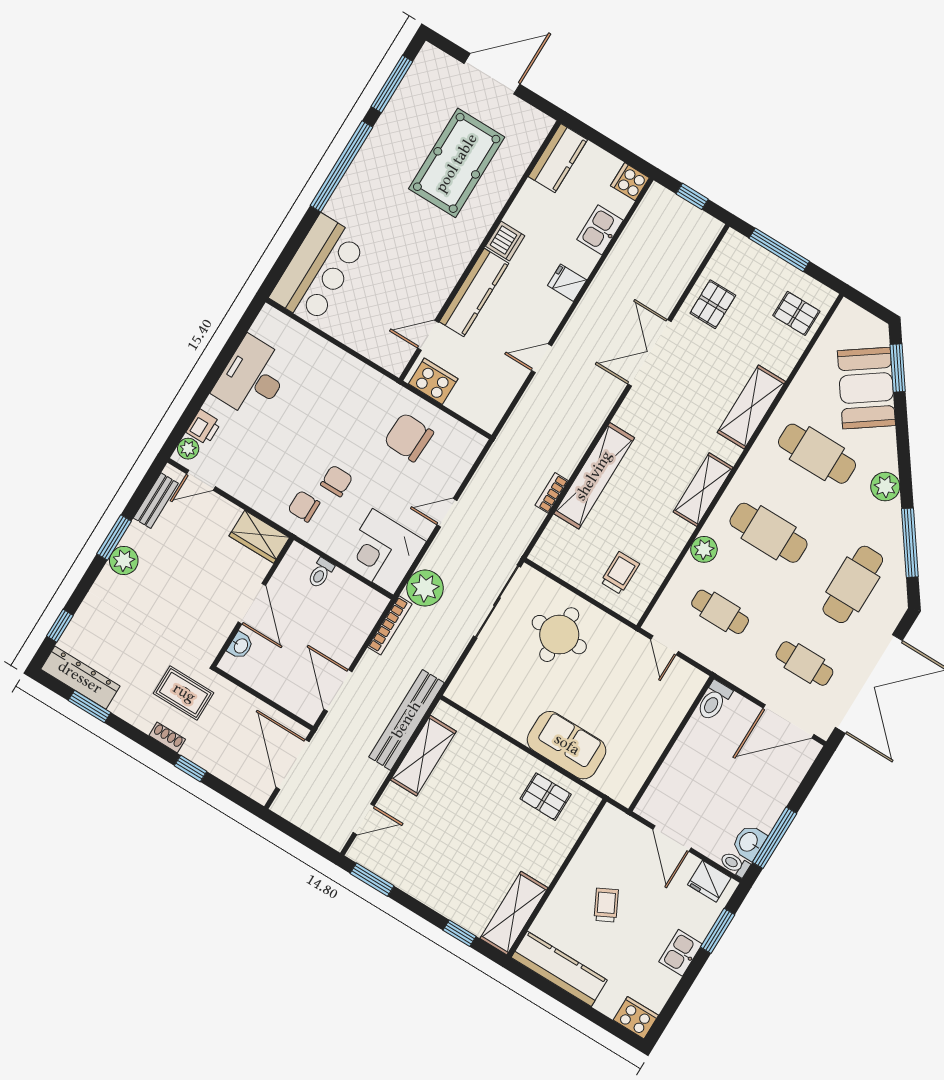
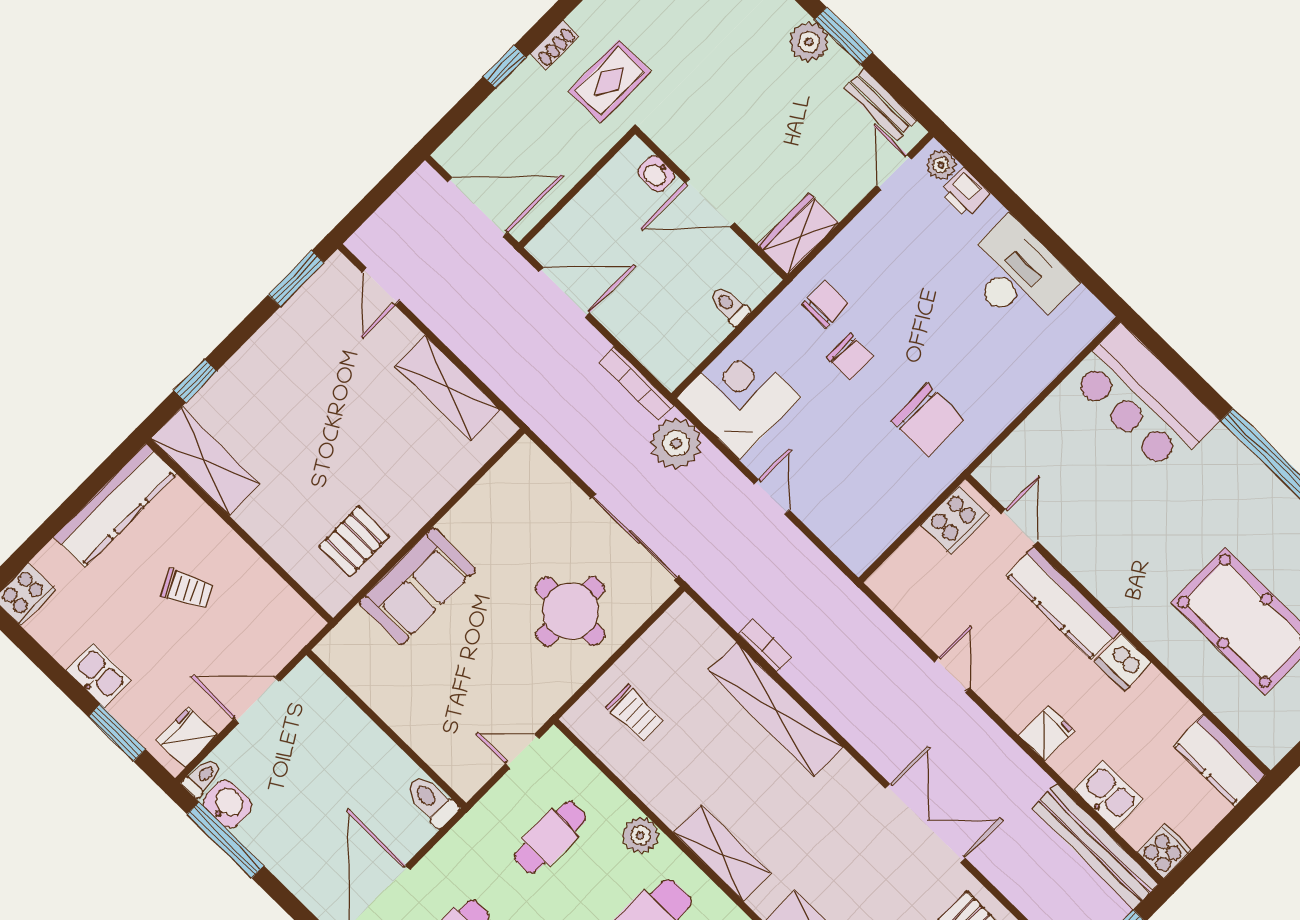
chair: (409, 437) -> (928, 420), moved, turned 88
bench: (407, 720) -> (1095, 846), moved

